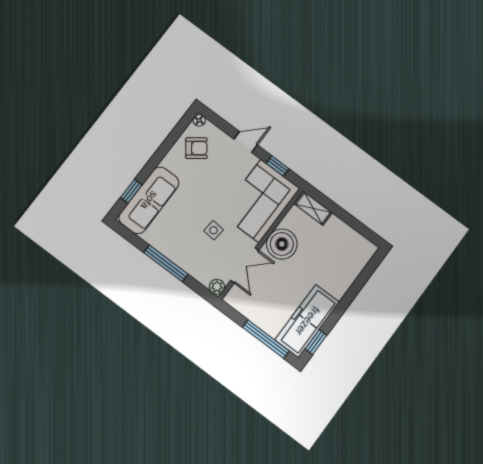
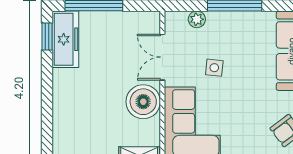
plant: (217, 287) -> (197, 19), moved
freezer: (307, 321) -> (65, 39), width x0.73, depth x0.79

